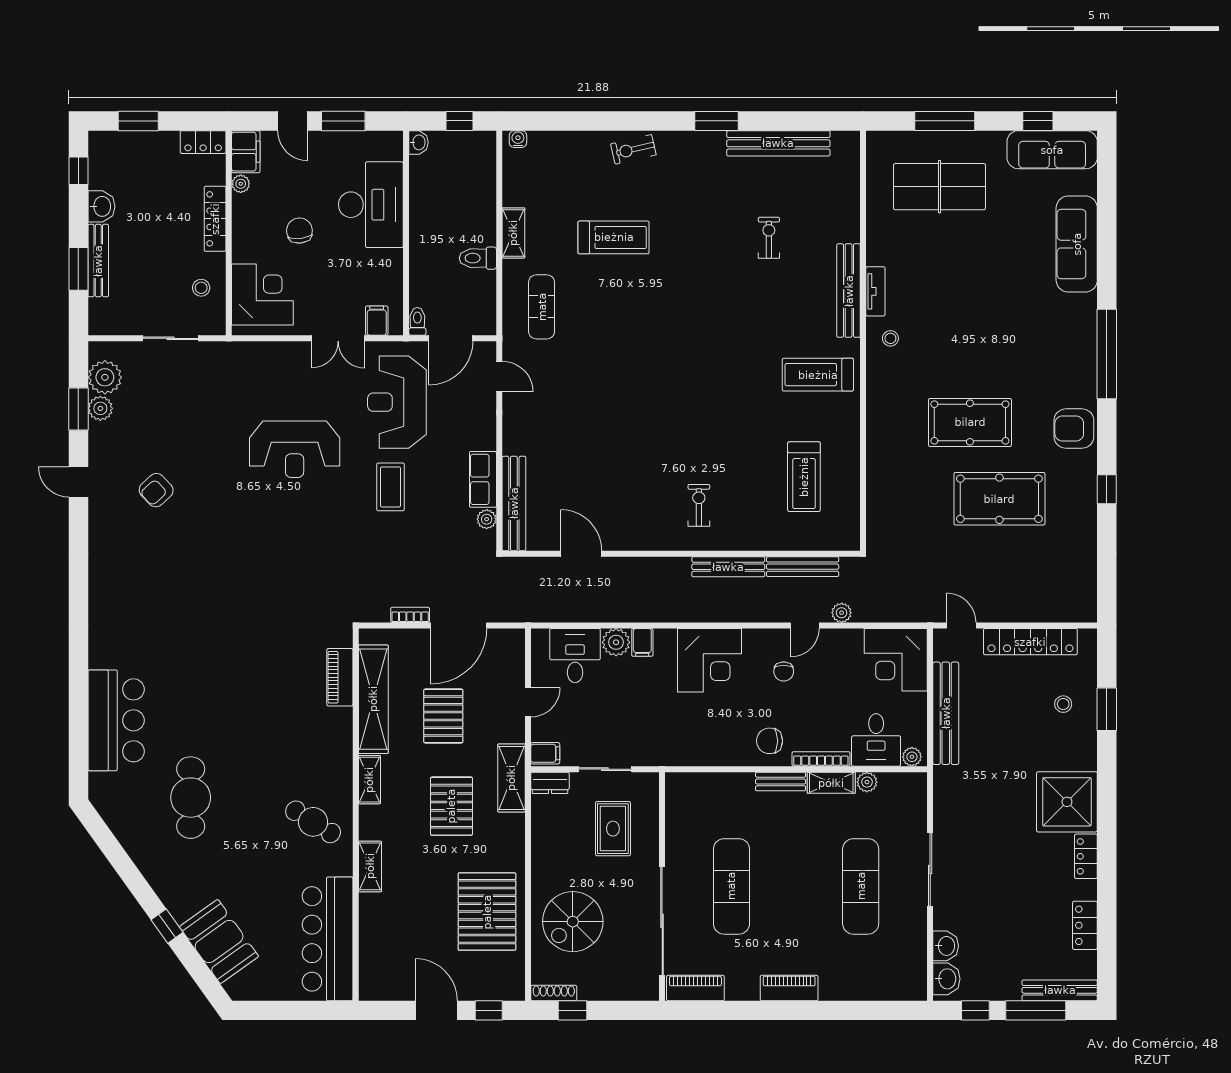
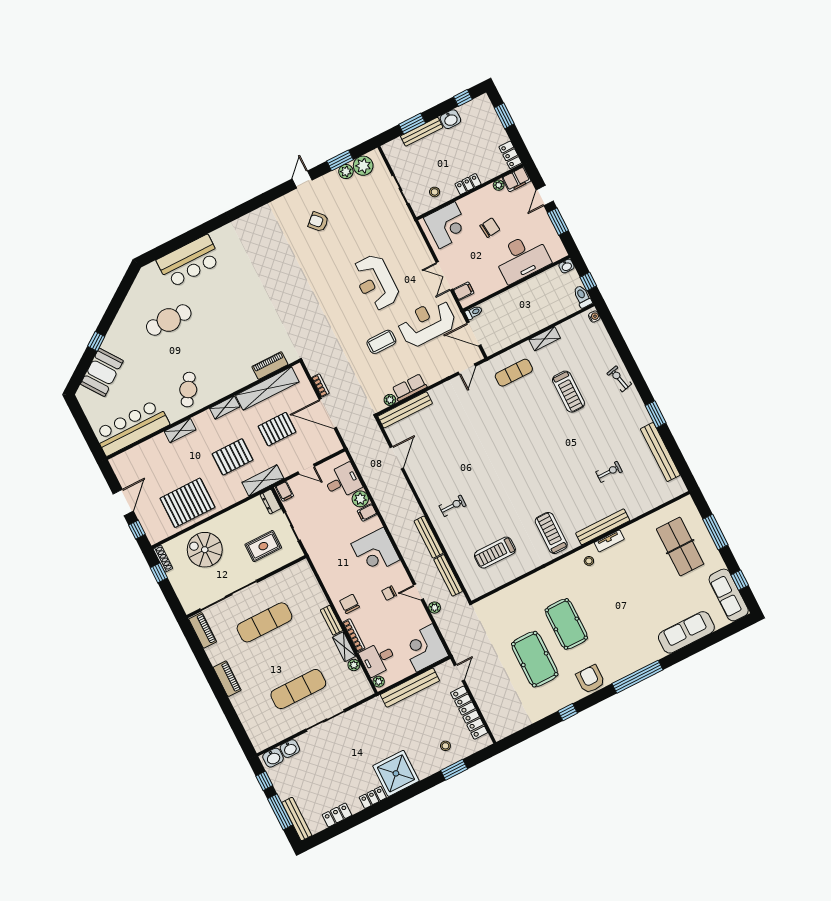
locker: (215, 219) -> (468, 184), width x0.66
toilet: (478, 258) -> (582, 297), moved

